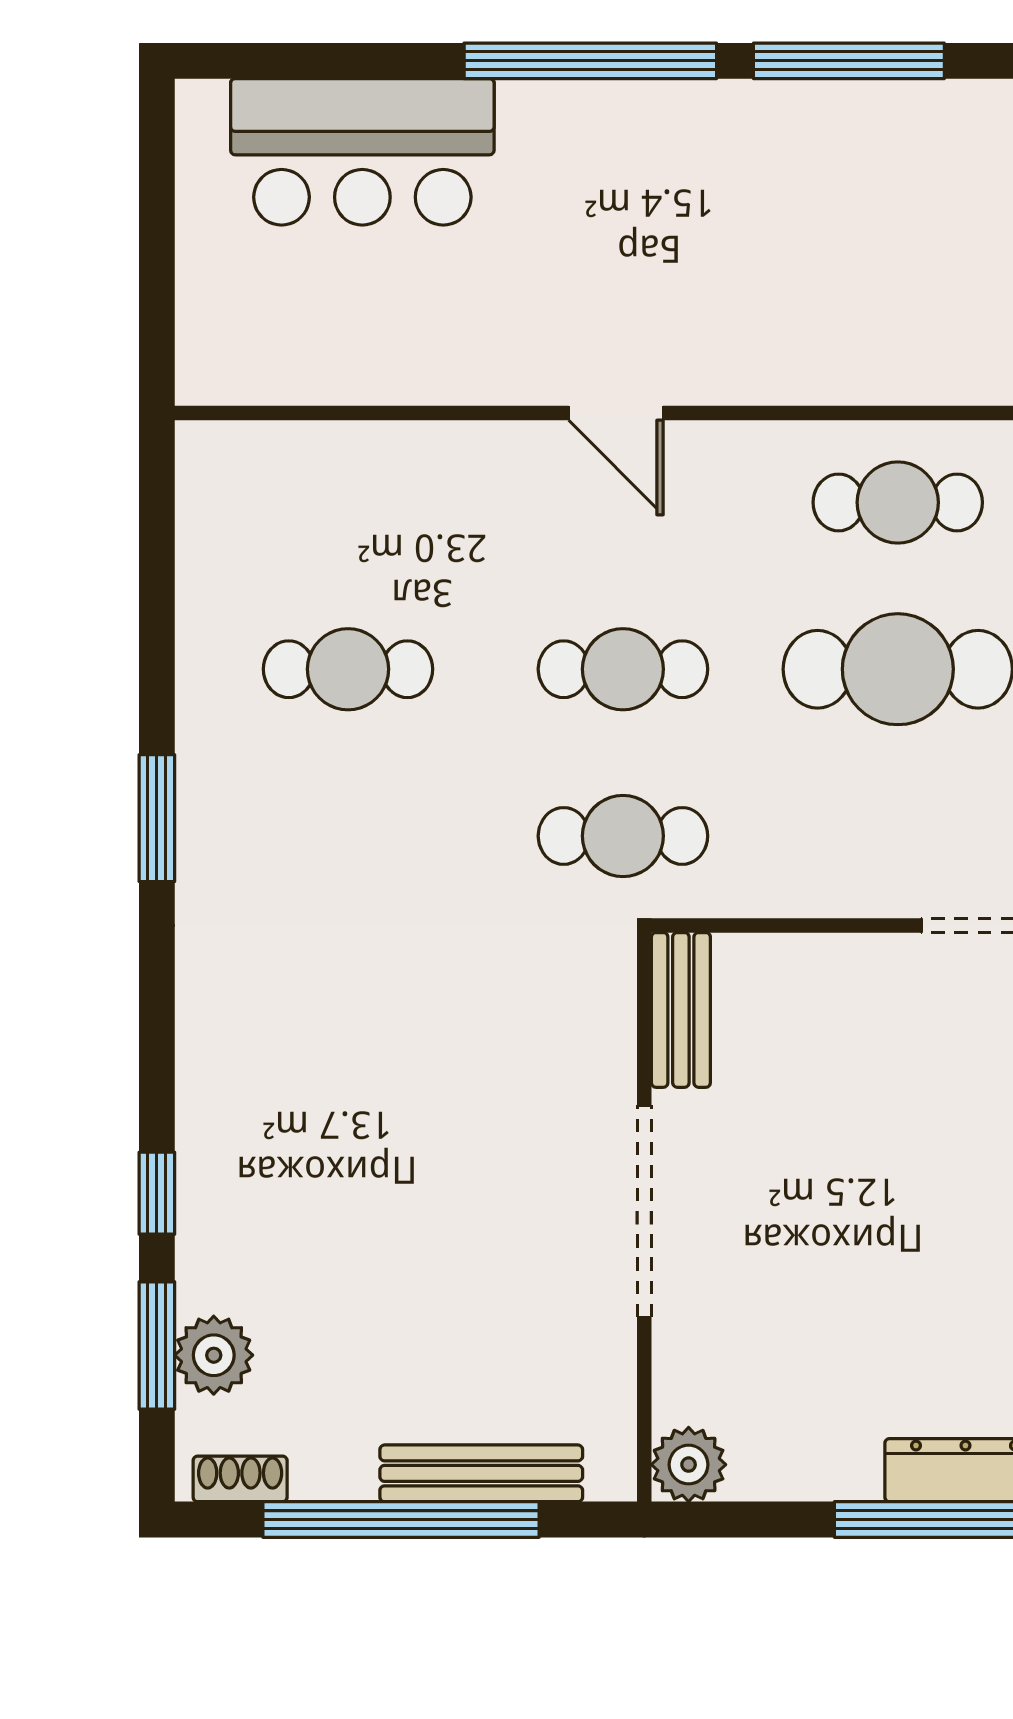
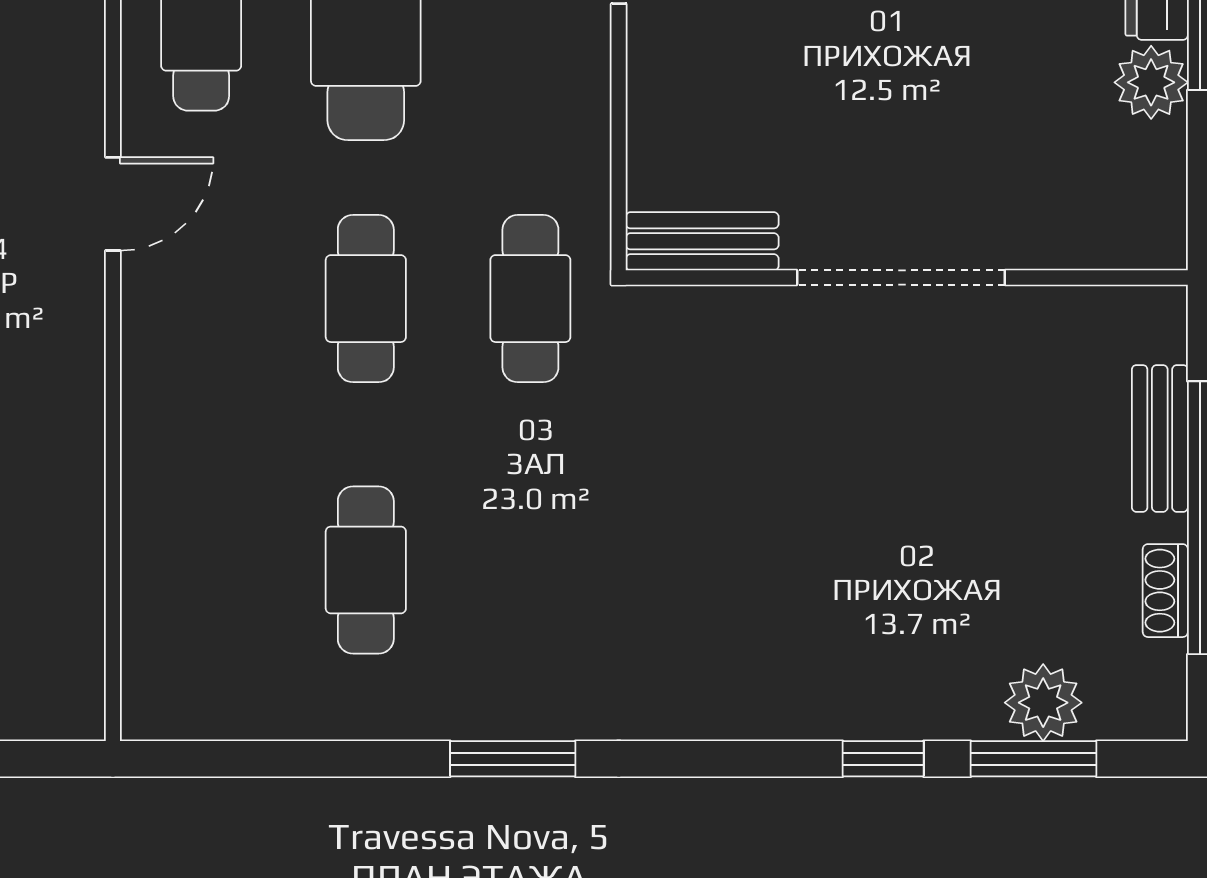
door: (616, 413) -> (113, 204), moved
plant: (689, 1465) -> (1151, 82), moved
bench: (481, 1473) -> (1160, 438), width x0.73
shoe rack: (240, 1479) -> (1165, 591), moved

